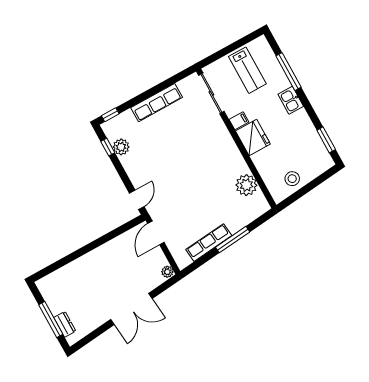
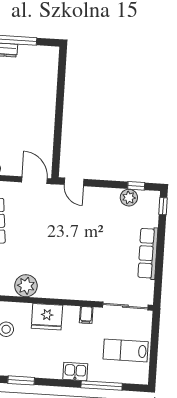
fridge: (253, 138) -> (47, 317), moved

